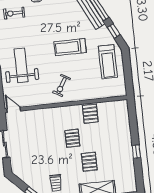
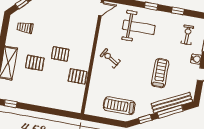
treadmill: (70, 47) -> (160, 73), moved
window: (136, 152) -> (11, 104), moved

